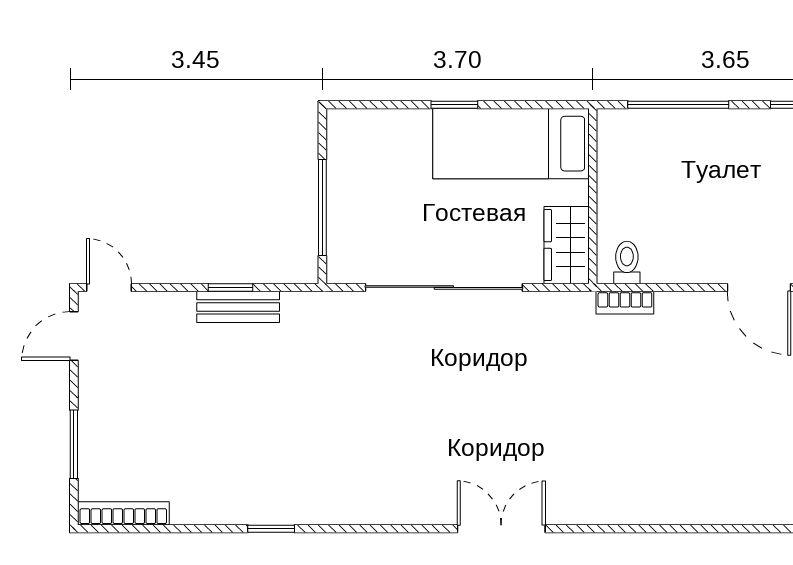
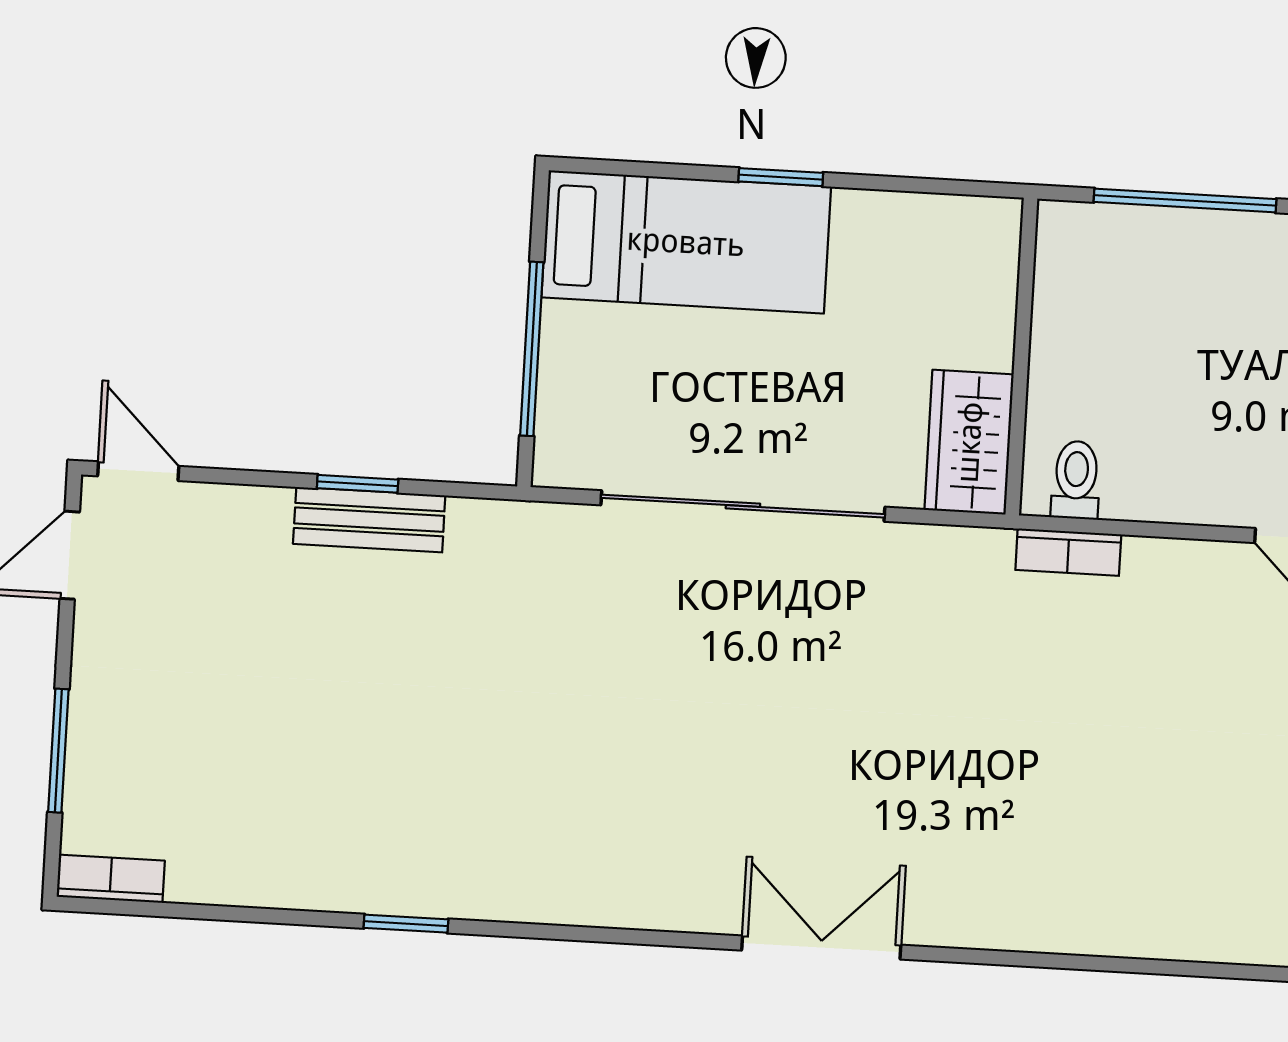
bed: (511, 144) -> (686, 242), moved, turned 180
bookcase: (123, 513) -> (111, 879), width x0.64

